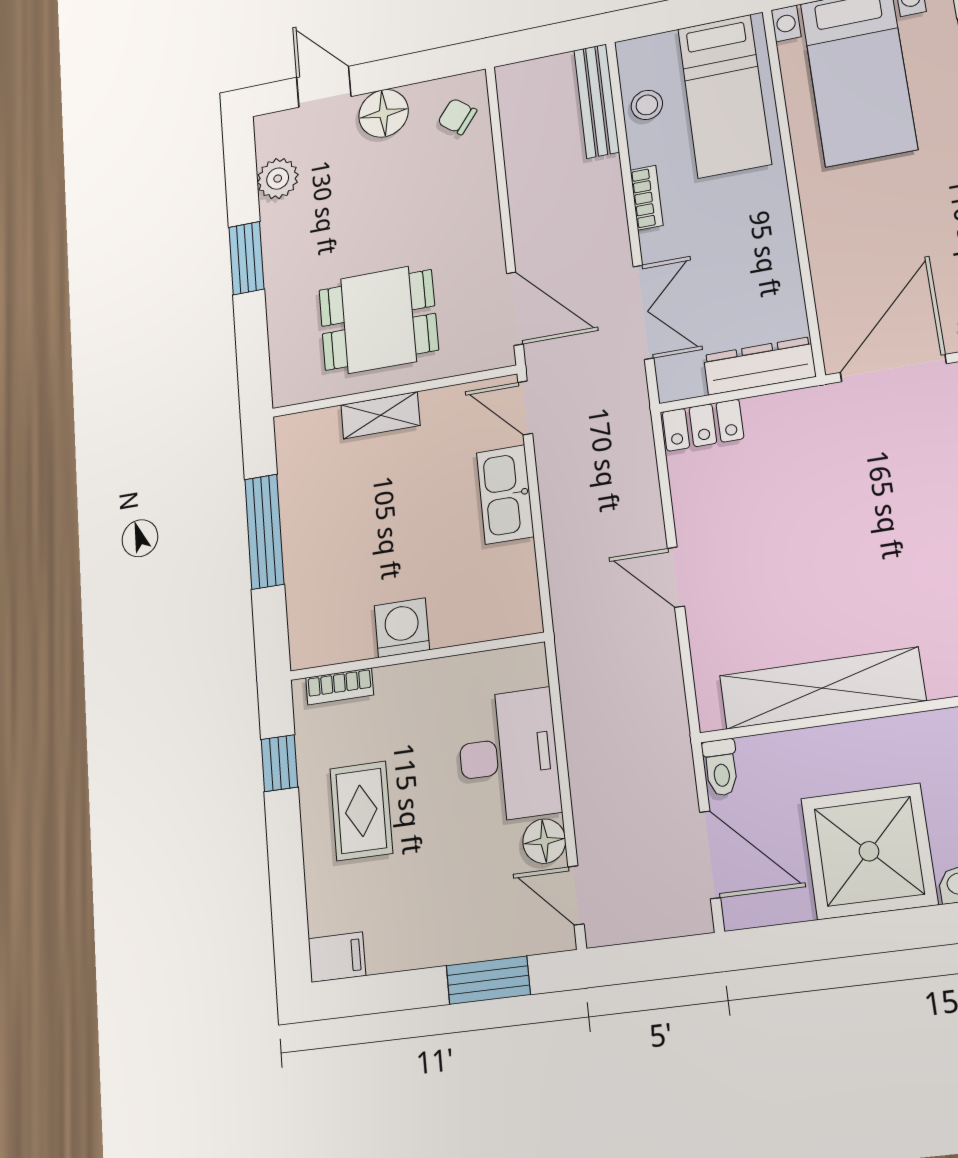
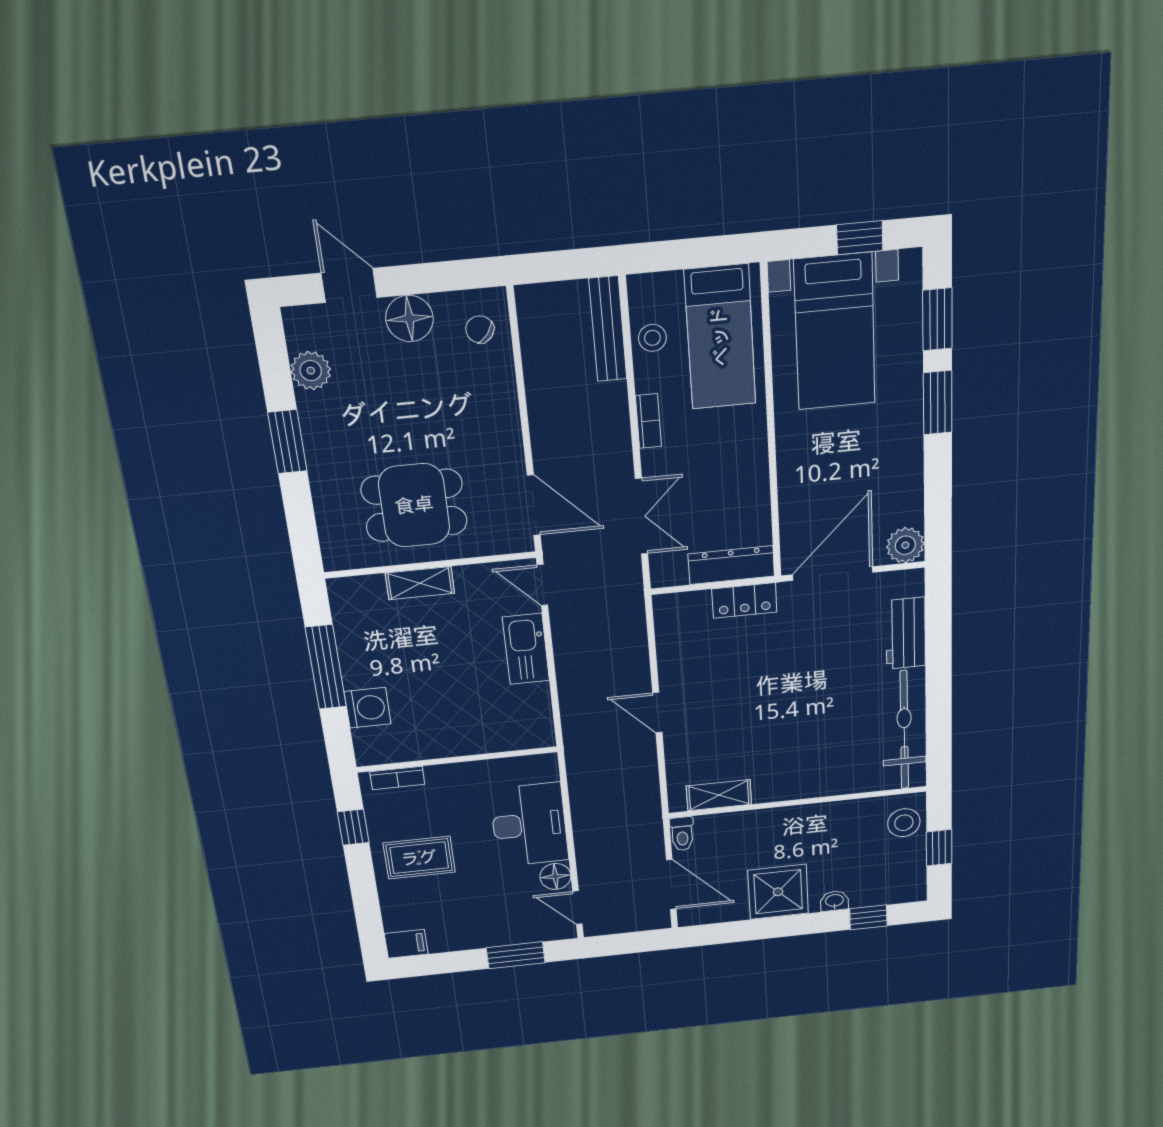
locker: (703, 425) -> (744, 601), moved
washing machine: (402, 628) -> (368, 708), moved, turned 90
shelving: (822, 688) -> (719, 795), width x0.45, depth x0.75
rug: (361, 811) -> (419, 858), turned 90
shower: (869, 851) -> (778, 892), width x0.73, depth x0.73

